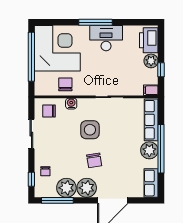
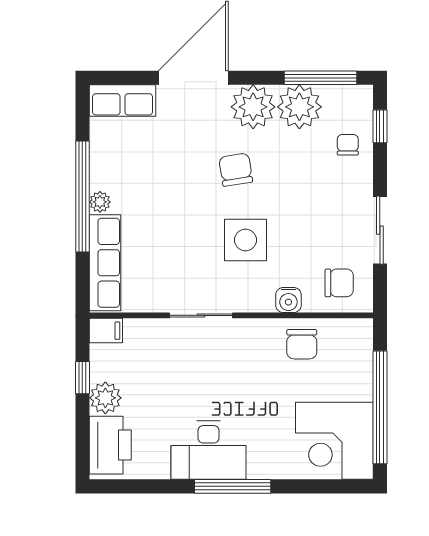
corner desk: (57, 48) -> (334, 441), width x0.74, depth x0.74
plant: (149, 150) -> (100, 202), width x0.53, depth x0.53
row of seats: (151, 183) -> (123, 101), moved, turned 90

